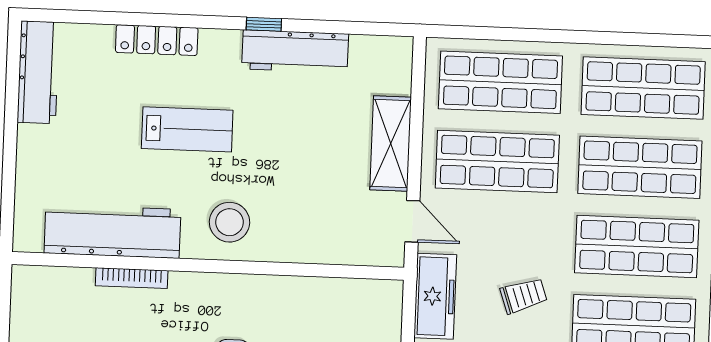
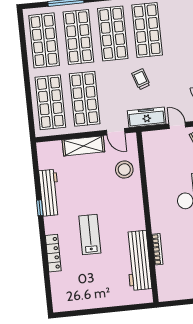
workbench: (38, 72) -> (74, 302), removed
door: (412, 221) -> (116, 132), swing flipped
stool: (229, 222) -> (124, 170), moved

